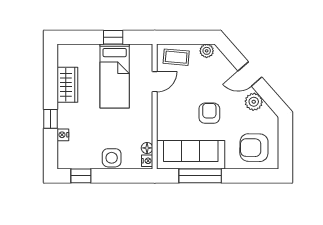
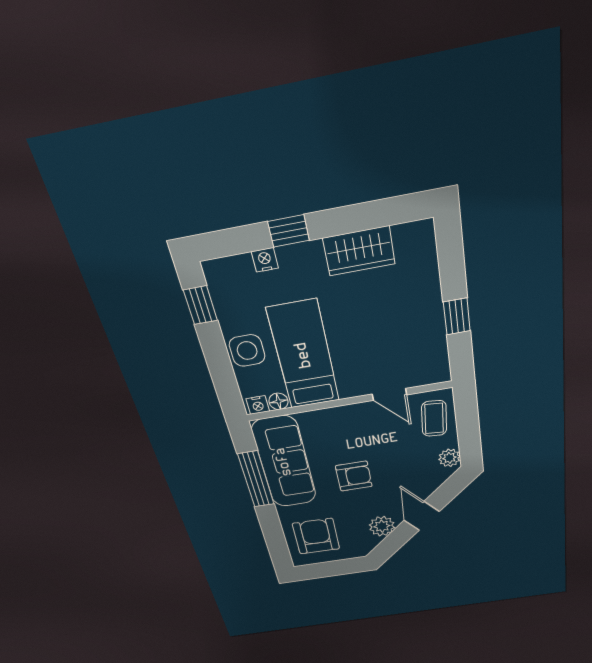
bed: (115, 76) -> (304, 355), moved, turned 90

